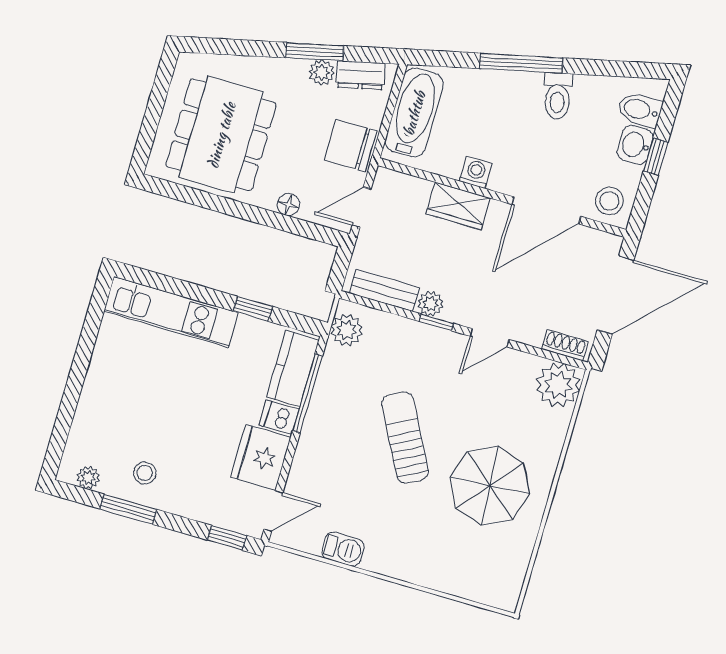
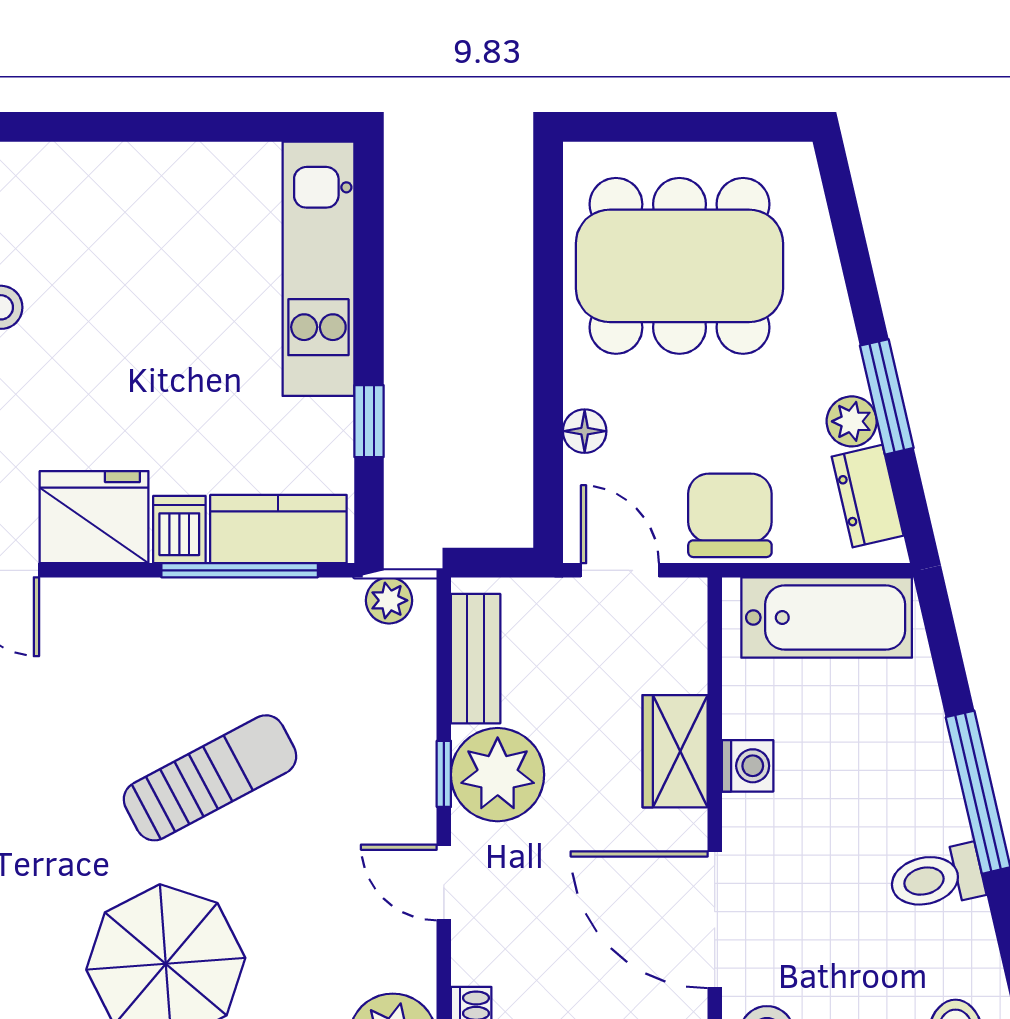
plant: (431, 304) -> (498, 775), width x1.87, depth x1.87
plant: (347, 330) -> (389, 600), width x0.73, depth x0.73

